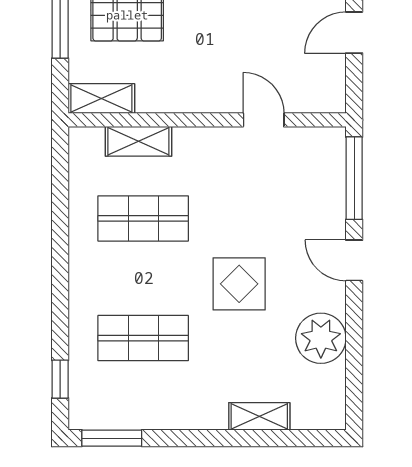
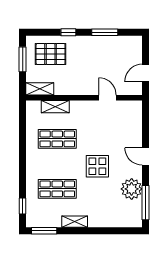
door: (354, 33) -> (145, 73), moved
window: (354, 178) -> (145, 203), moved
shelving: (259, 416) -> (75, 222), moved

